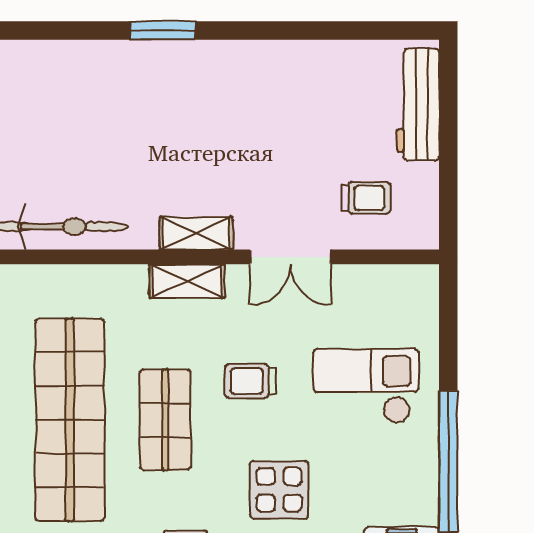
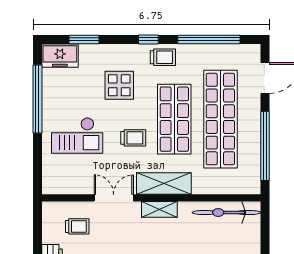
trolley: (366, 198) -> (77, 226), turned 180
shelving: (187, 281) -> (164, 183), width x1.50, depth x1.33
shop shelf: (165, 420) -> (174, 119), width x1.43, depth x1.36

